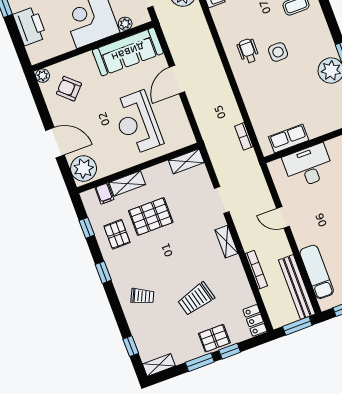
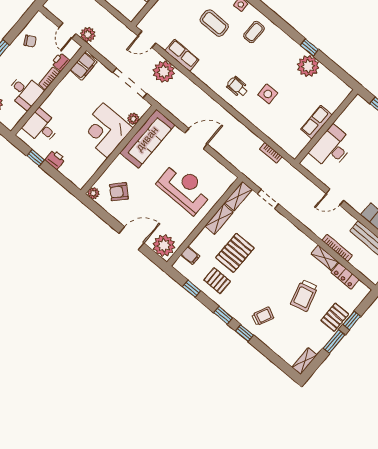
printer: (30, 26) -> (55, 160), width x0.53, depth x0.68
side table: (278, 52) -> (268, 94), moved
door: (177, 79) -> (196, 139), swing flipped
reception desk: (137, 123) -> (185, 188), turned 180
row of seats: (289, 139) -> (316, 122), moved
shelving: (127, 183) -> (219, 219), moved
doorway: (222, 200) -> (268, 199), moved
shelving: (227, 242) -> (325, 258), moved
locker: (255, 320) -> (345, 276), moved
window: (131, 346) -> (244, 333), moved

